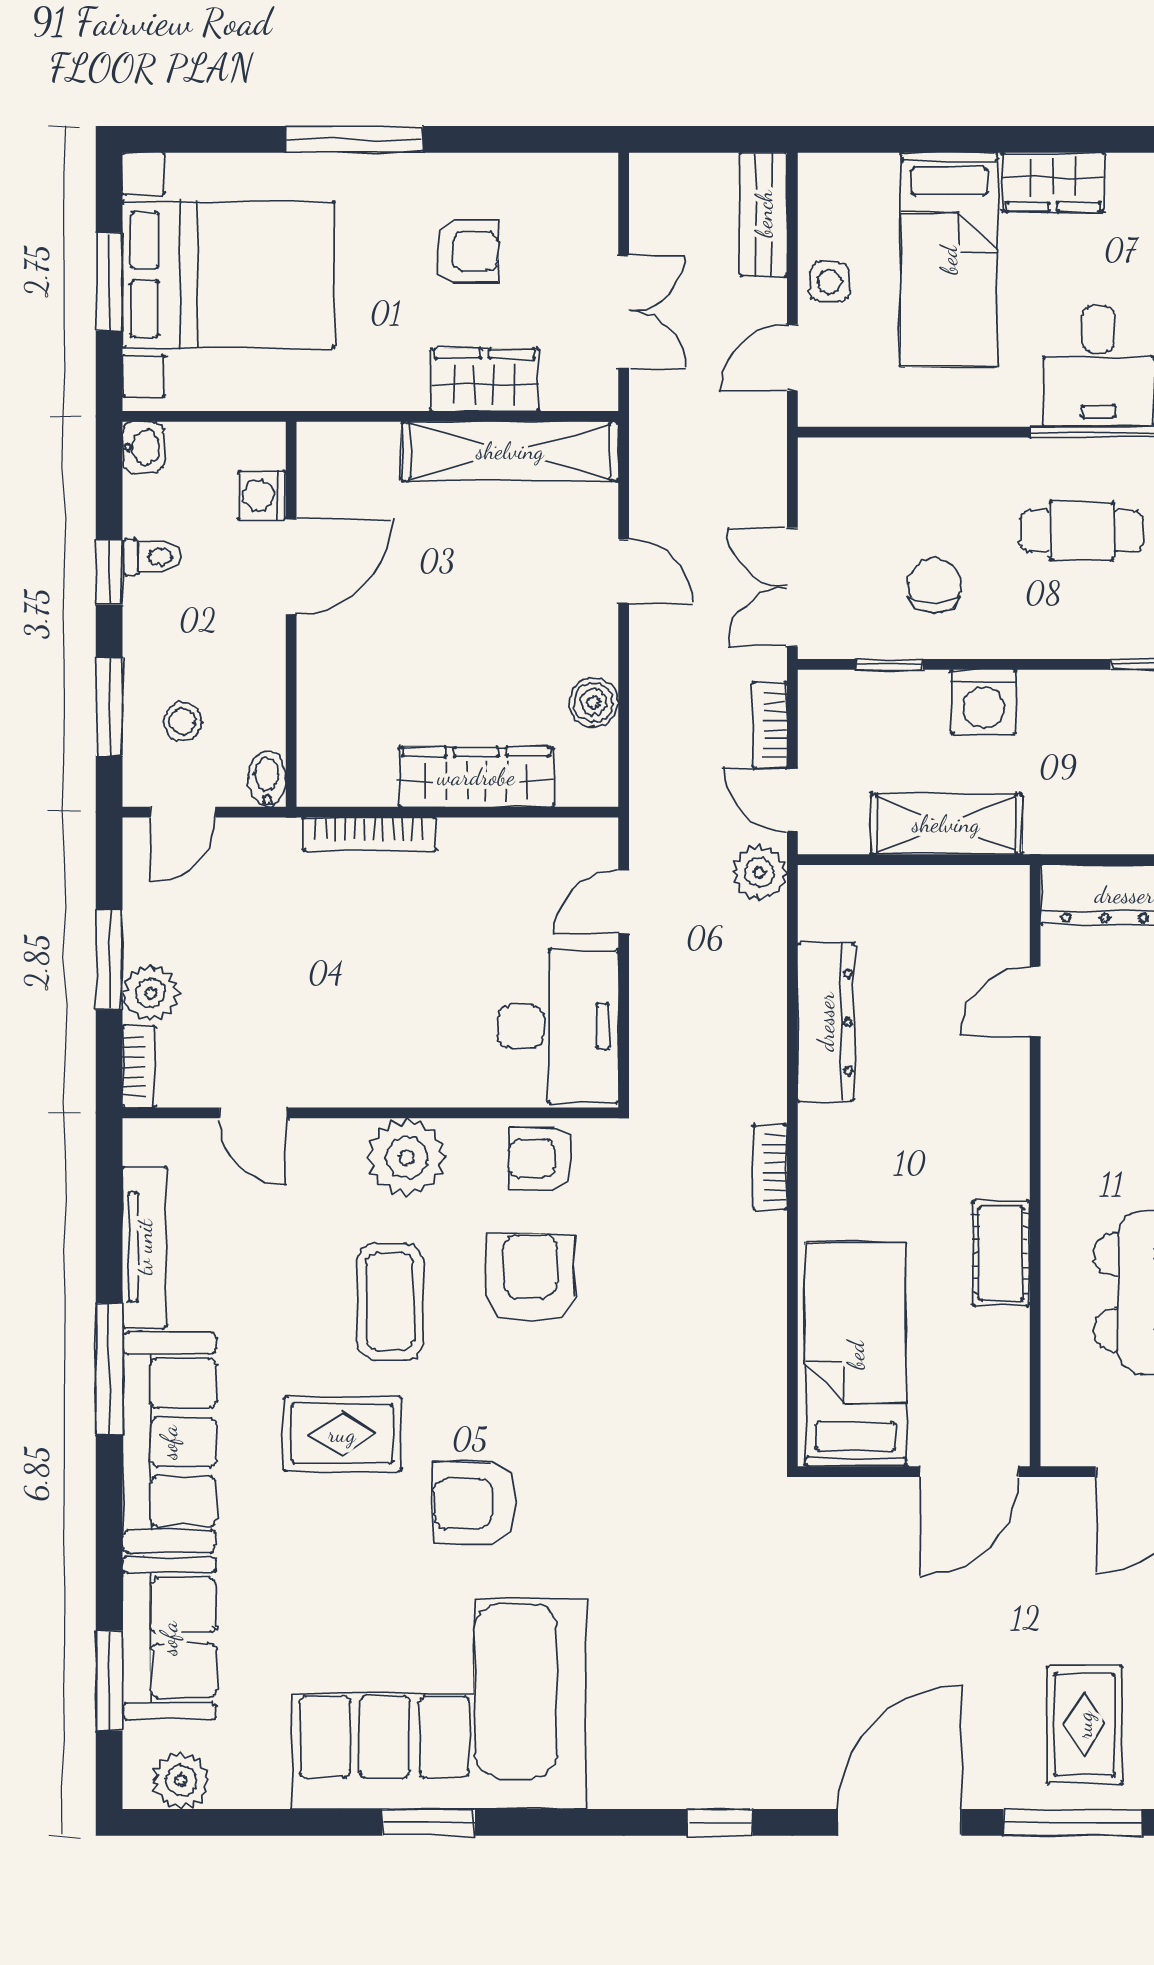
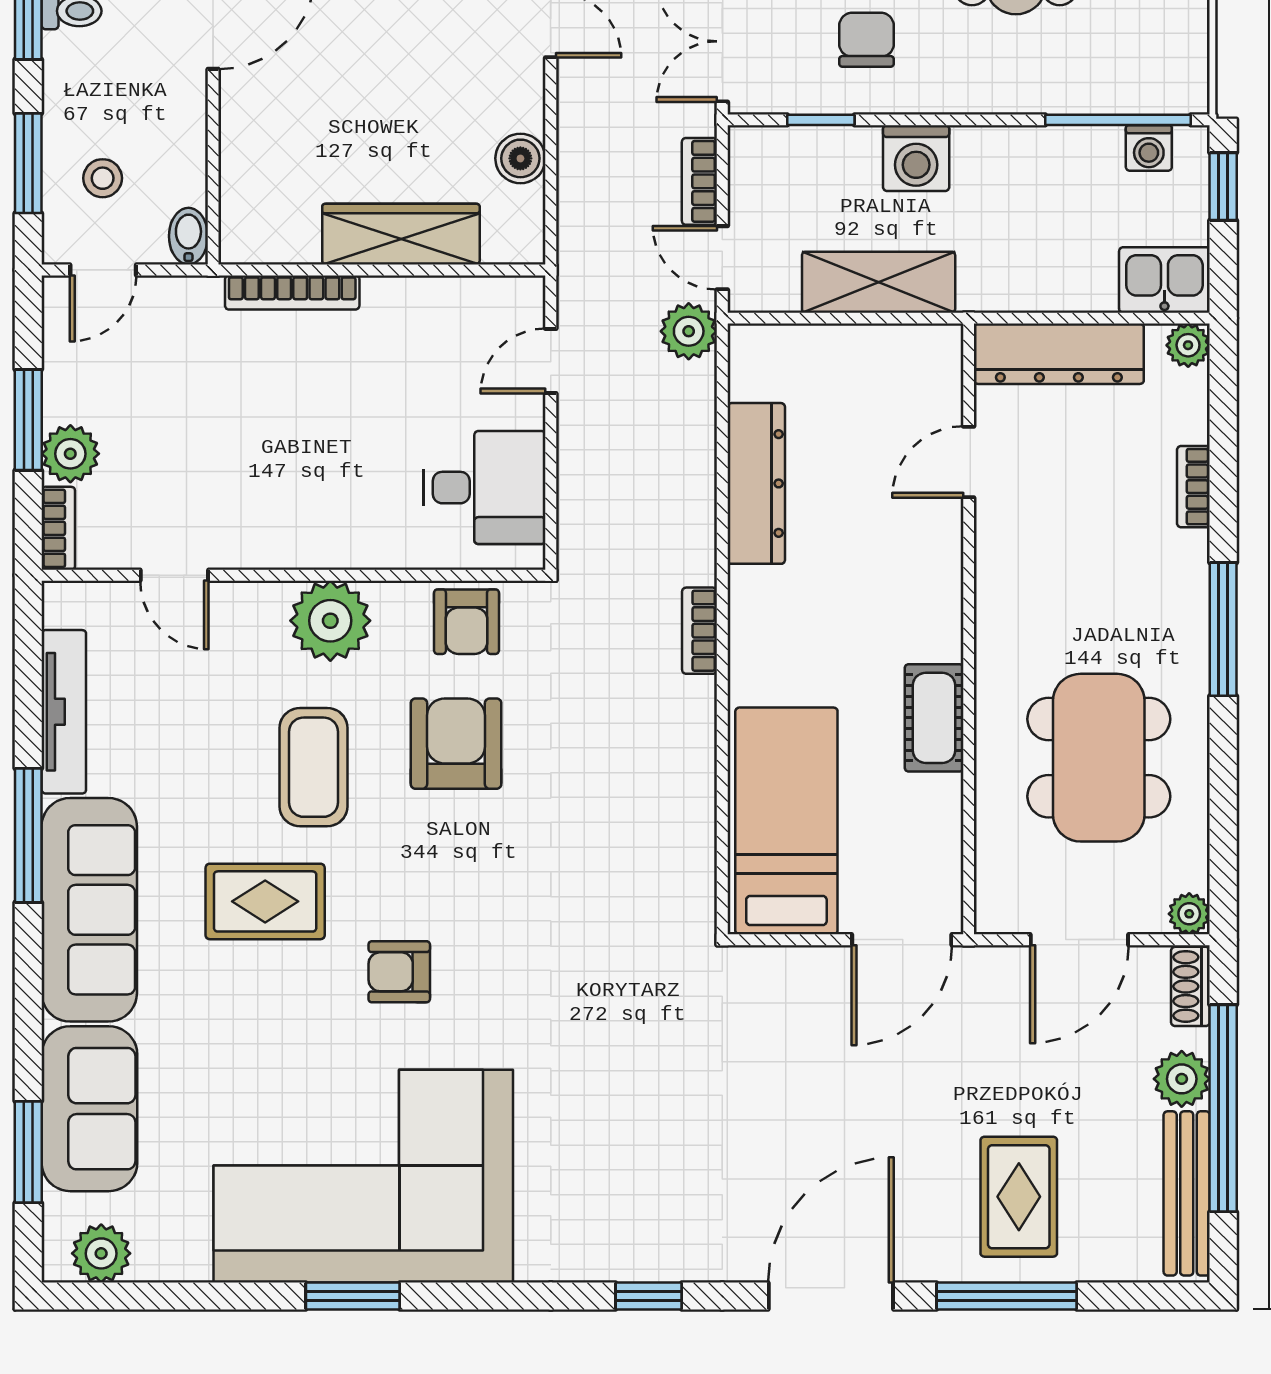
desk: (558, 1026) -> (484, 488), width x0.73
armchair: (541, 1158) -> (466, 622), turned -90
armchair: (474, 1503) -> (399, 972), width x0.72, depth x0.72

